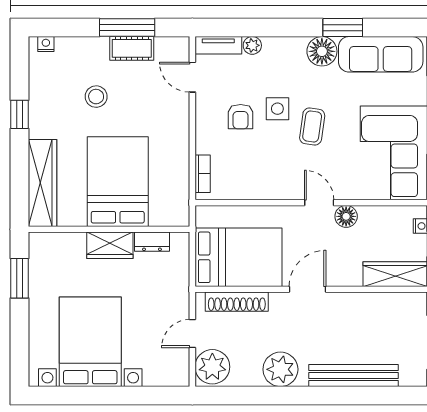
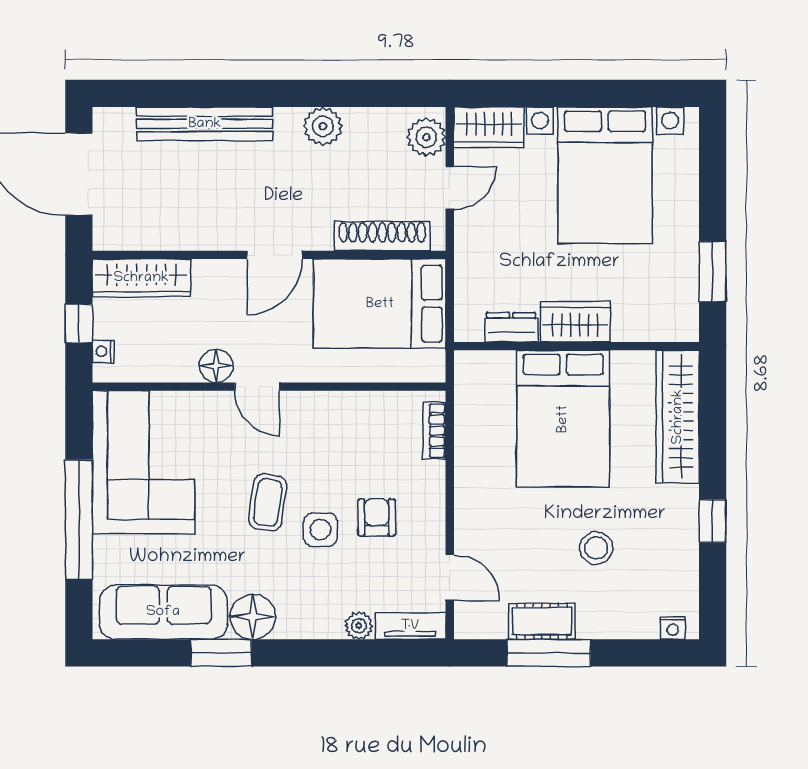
plant: (212, 367) -> (426, 137), width x0.73, depth x0.73
plant: (280, 369) -> (323, 126), width x0.73, depth x0.73
wardrobe: (167, 373) -> (489, 127), added

